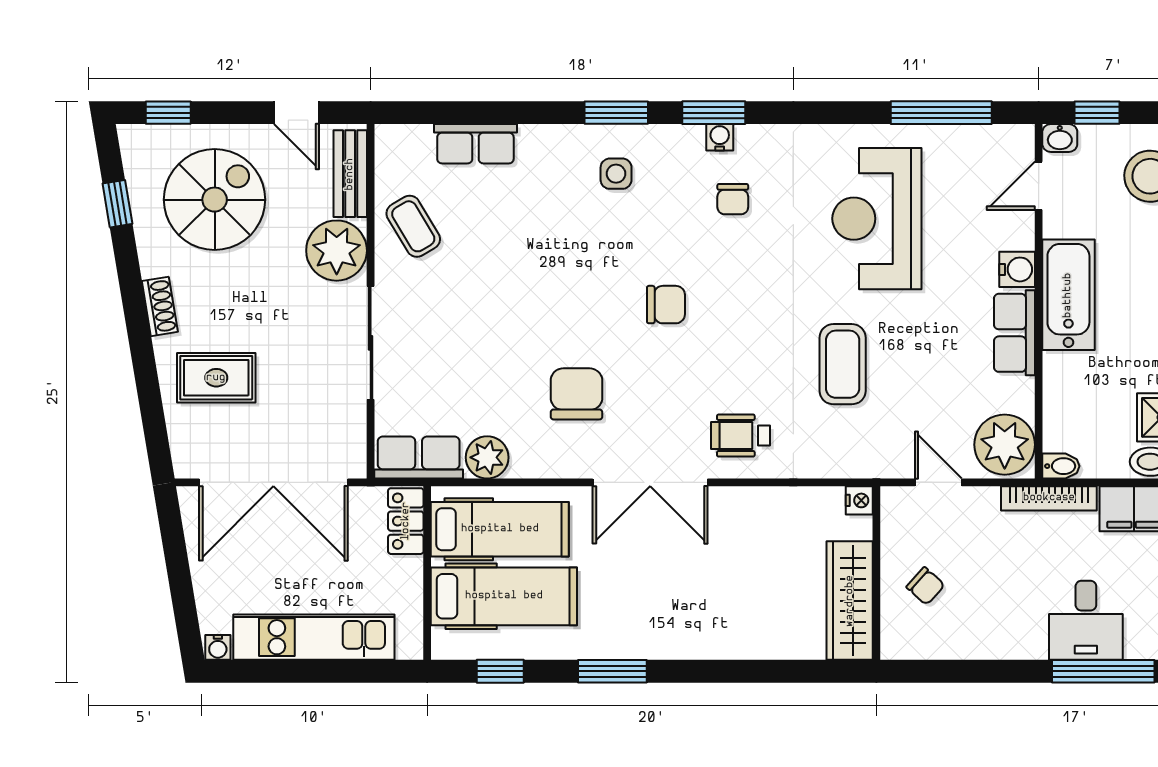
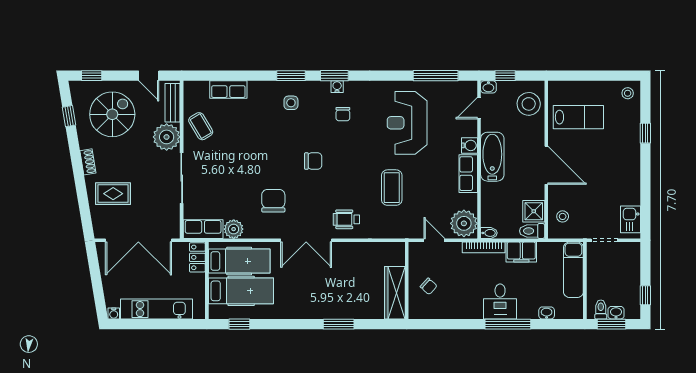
nightstand: (859, 500) -> (399, 248), removed
window: (612, 671) -> (339, 324), moved

